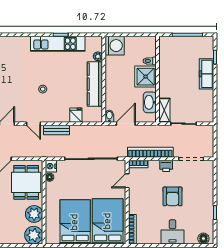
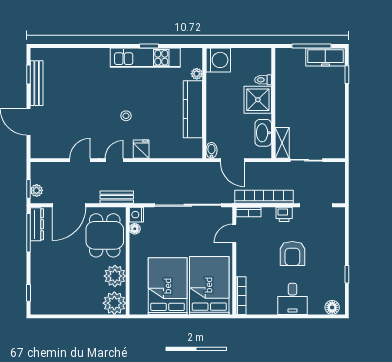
freezer: (206, 74) -> (325, 57), moved, turned -90
fridge: (76, 115) -> (141, 149), moved
door: (34, 124) -> (114, 160), swing flipped
door: (126, 124) -> (233, 160), swing flipped
bench: (57, 130) -> (117, 197), moved

